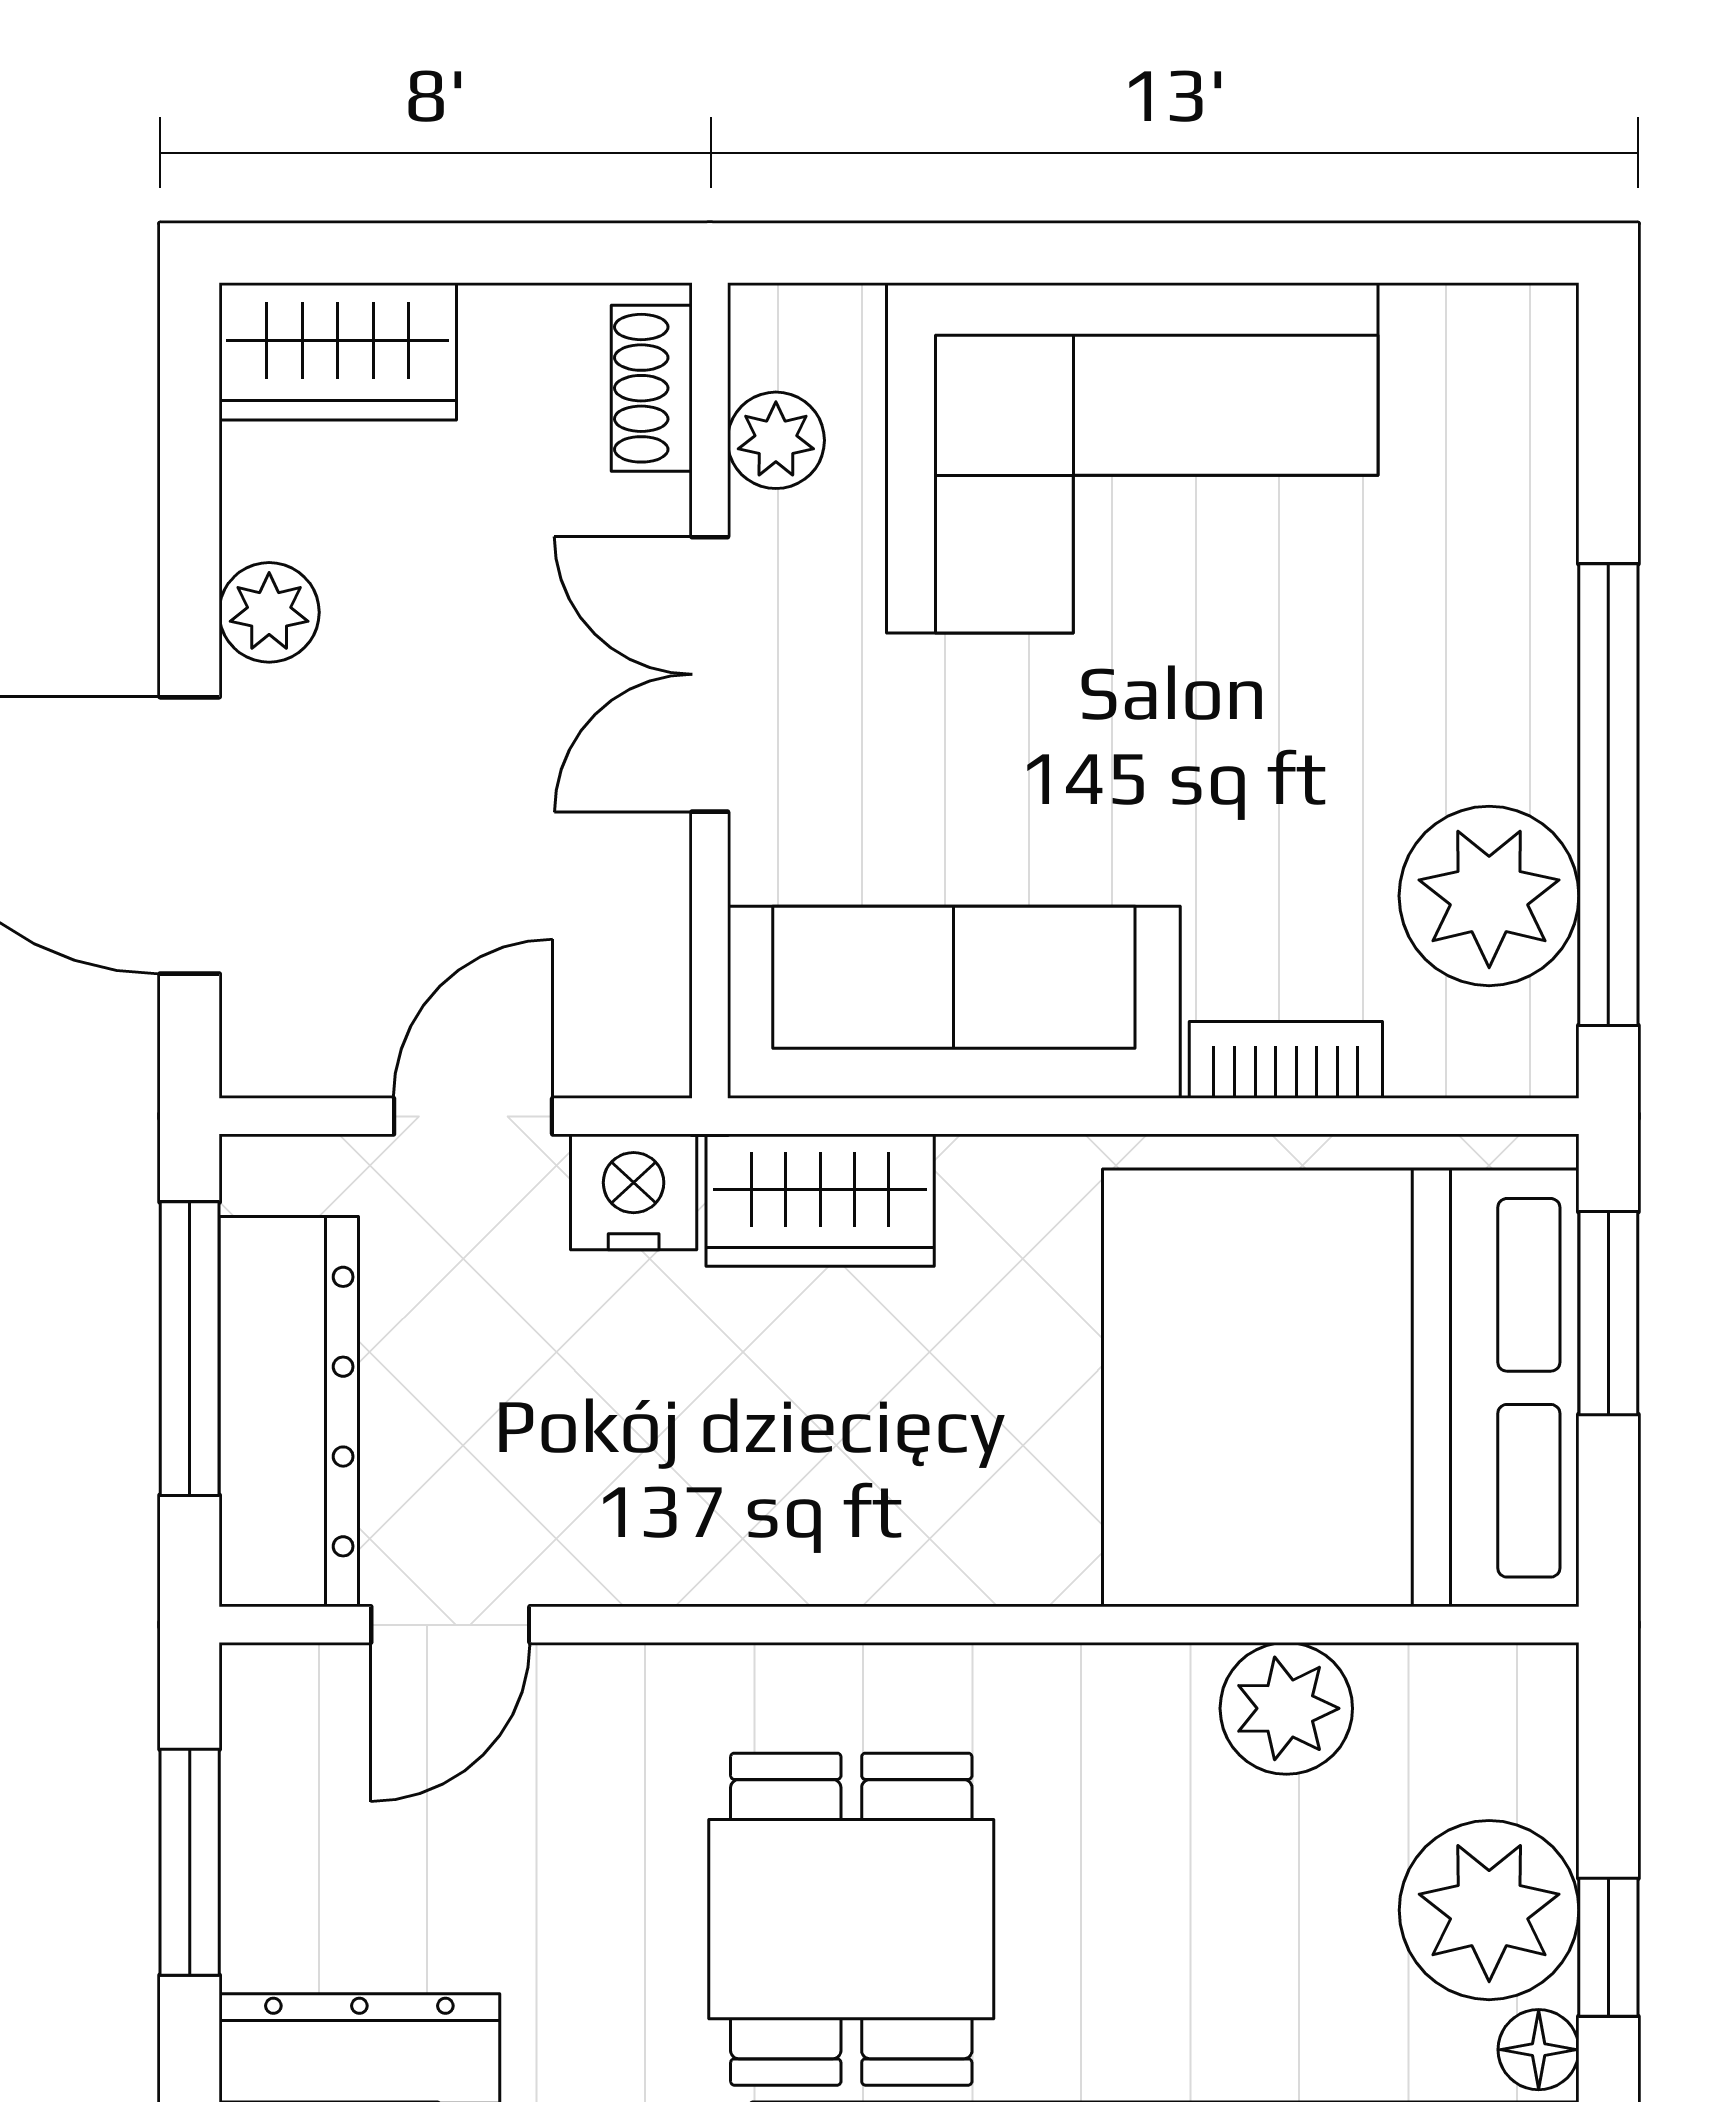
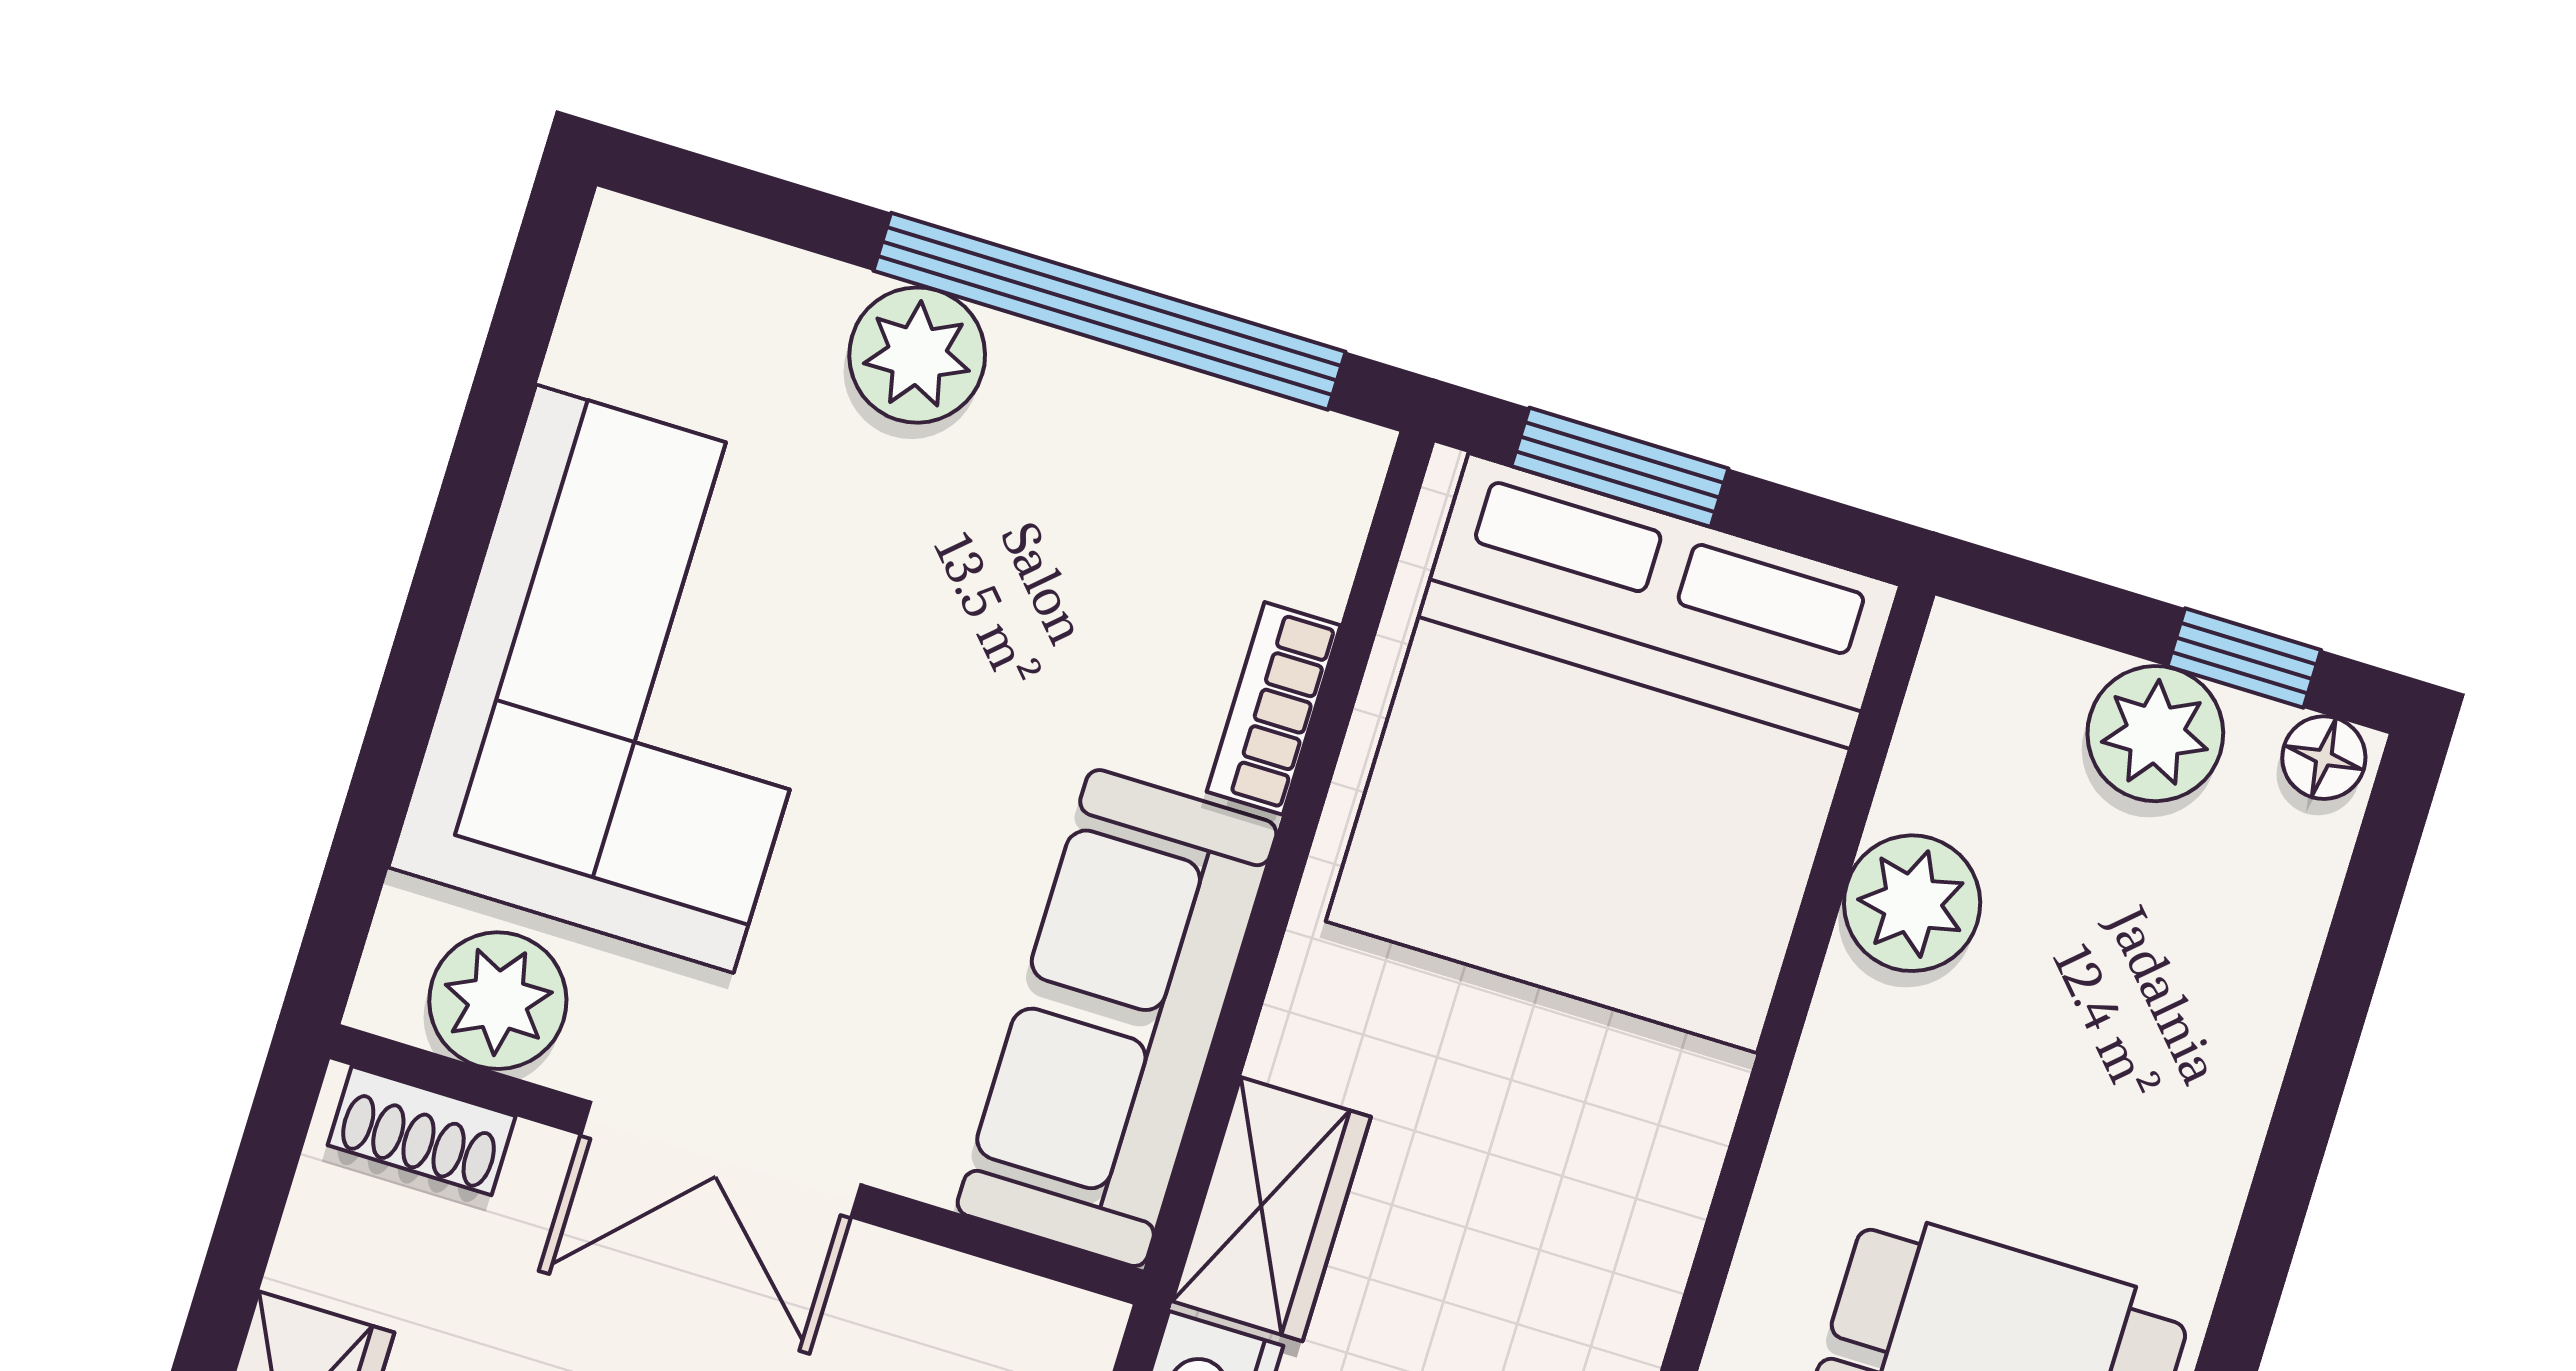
plant: (776, 440) -> (498, 1001), width x1.38, depth x1.38
plant: (1489, 896) -> (917, 355), moved, width x0.73, depth x0.73
plant: (1489, 1910) -> (2155, 734), width x0.73, depth x0.73

